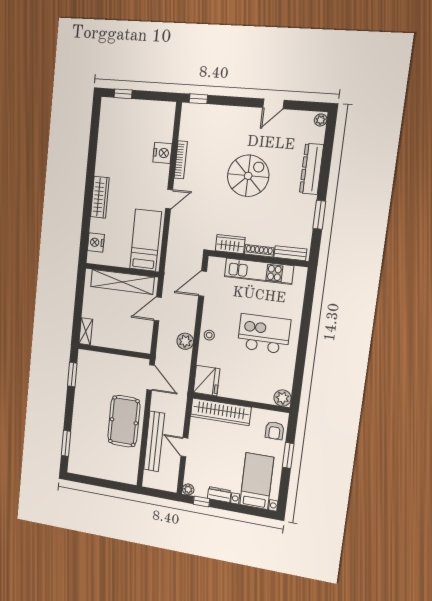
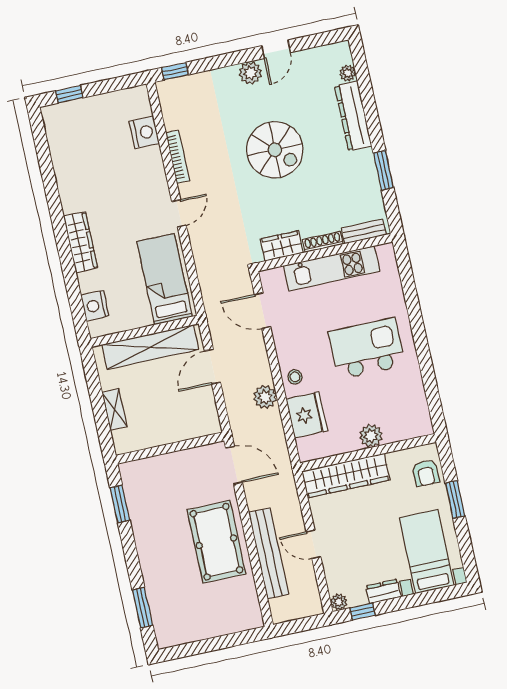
plant: (250, 116) -> (250, 73), added
plant: (321, 120) -> (348, 73), moved
nightstand: (162, 153) -> (144, 132), moved
spiral stairs: (248, 176) -> (275, 150), turned 90
door: (203, 284) -> (263, 311), hinge flipped
shelving: (86, 331) -> (115, 410), moved
fridge: (206, 381) -> (307, 415), moved
plant: (283, 398) -> (371, 436), moved

